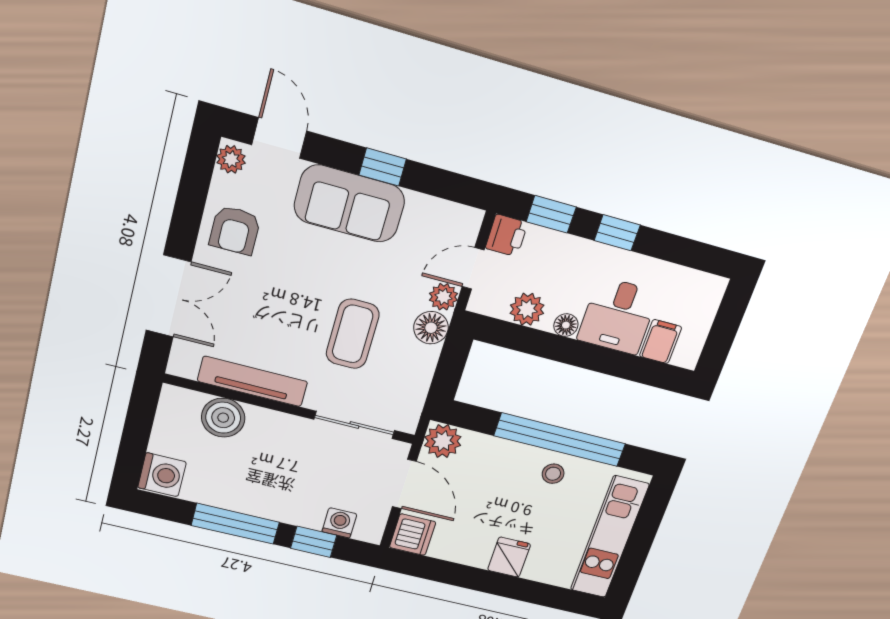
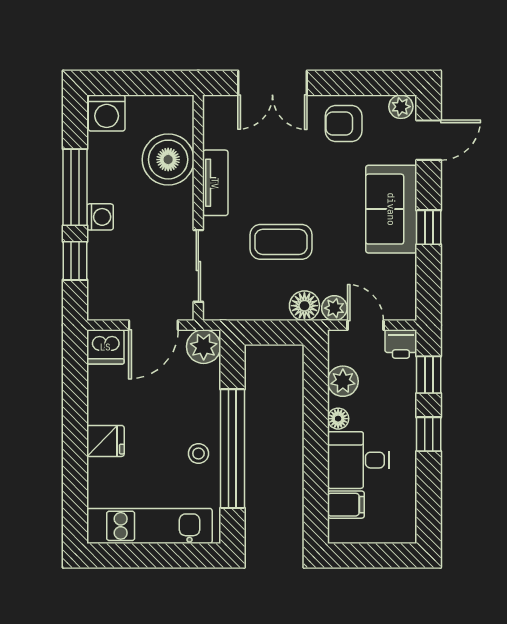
tv unit: (253, 381) -> (215, 183), width x0.71
boiler: (223, 418) -> (168, 160), width x1.37, depth x1.37
washing machine: (339, 523) -> (100, 217), moved

